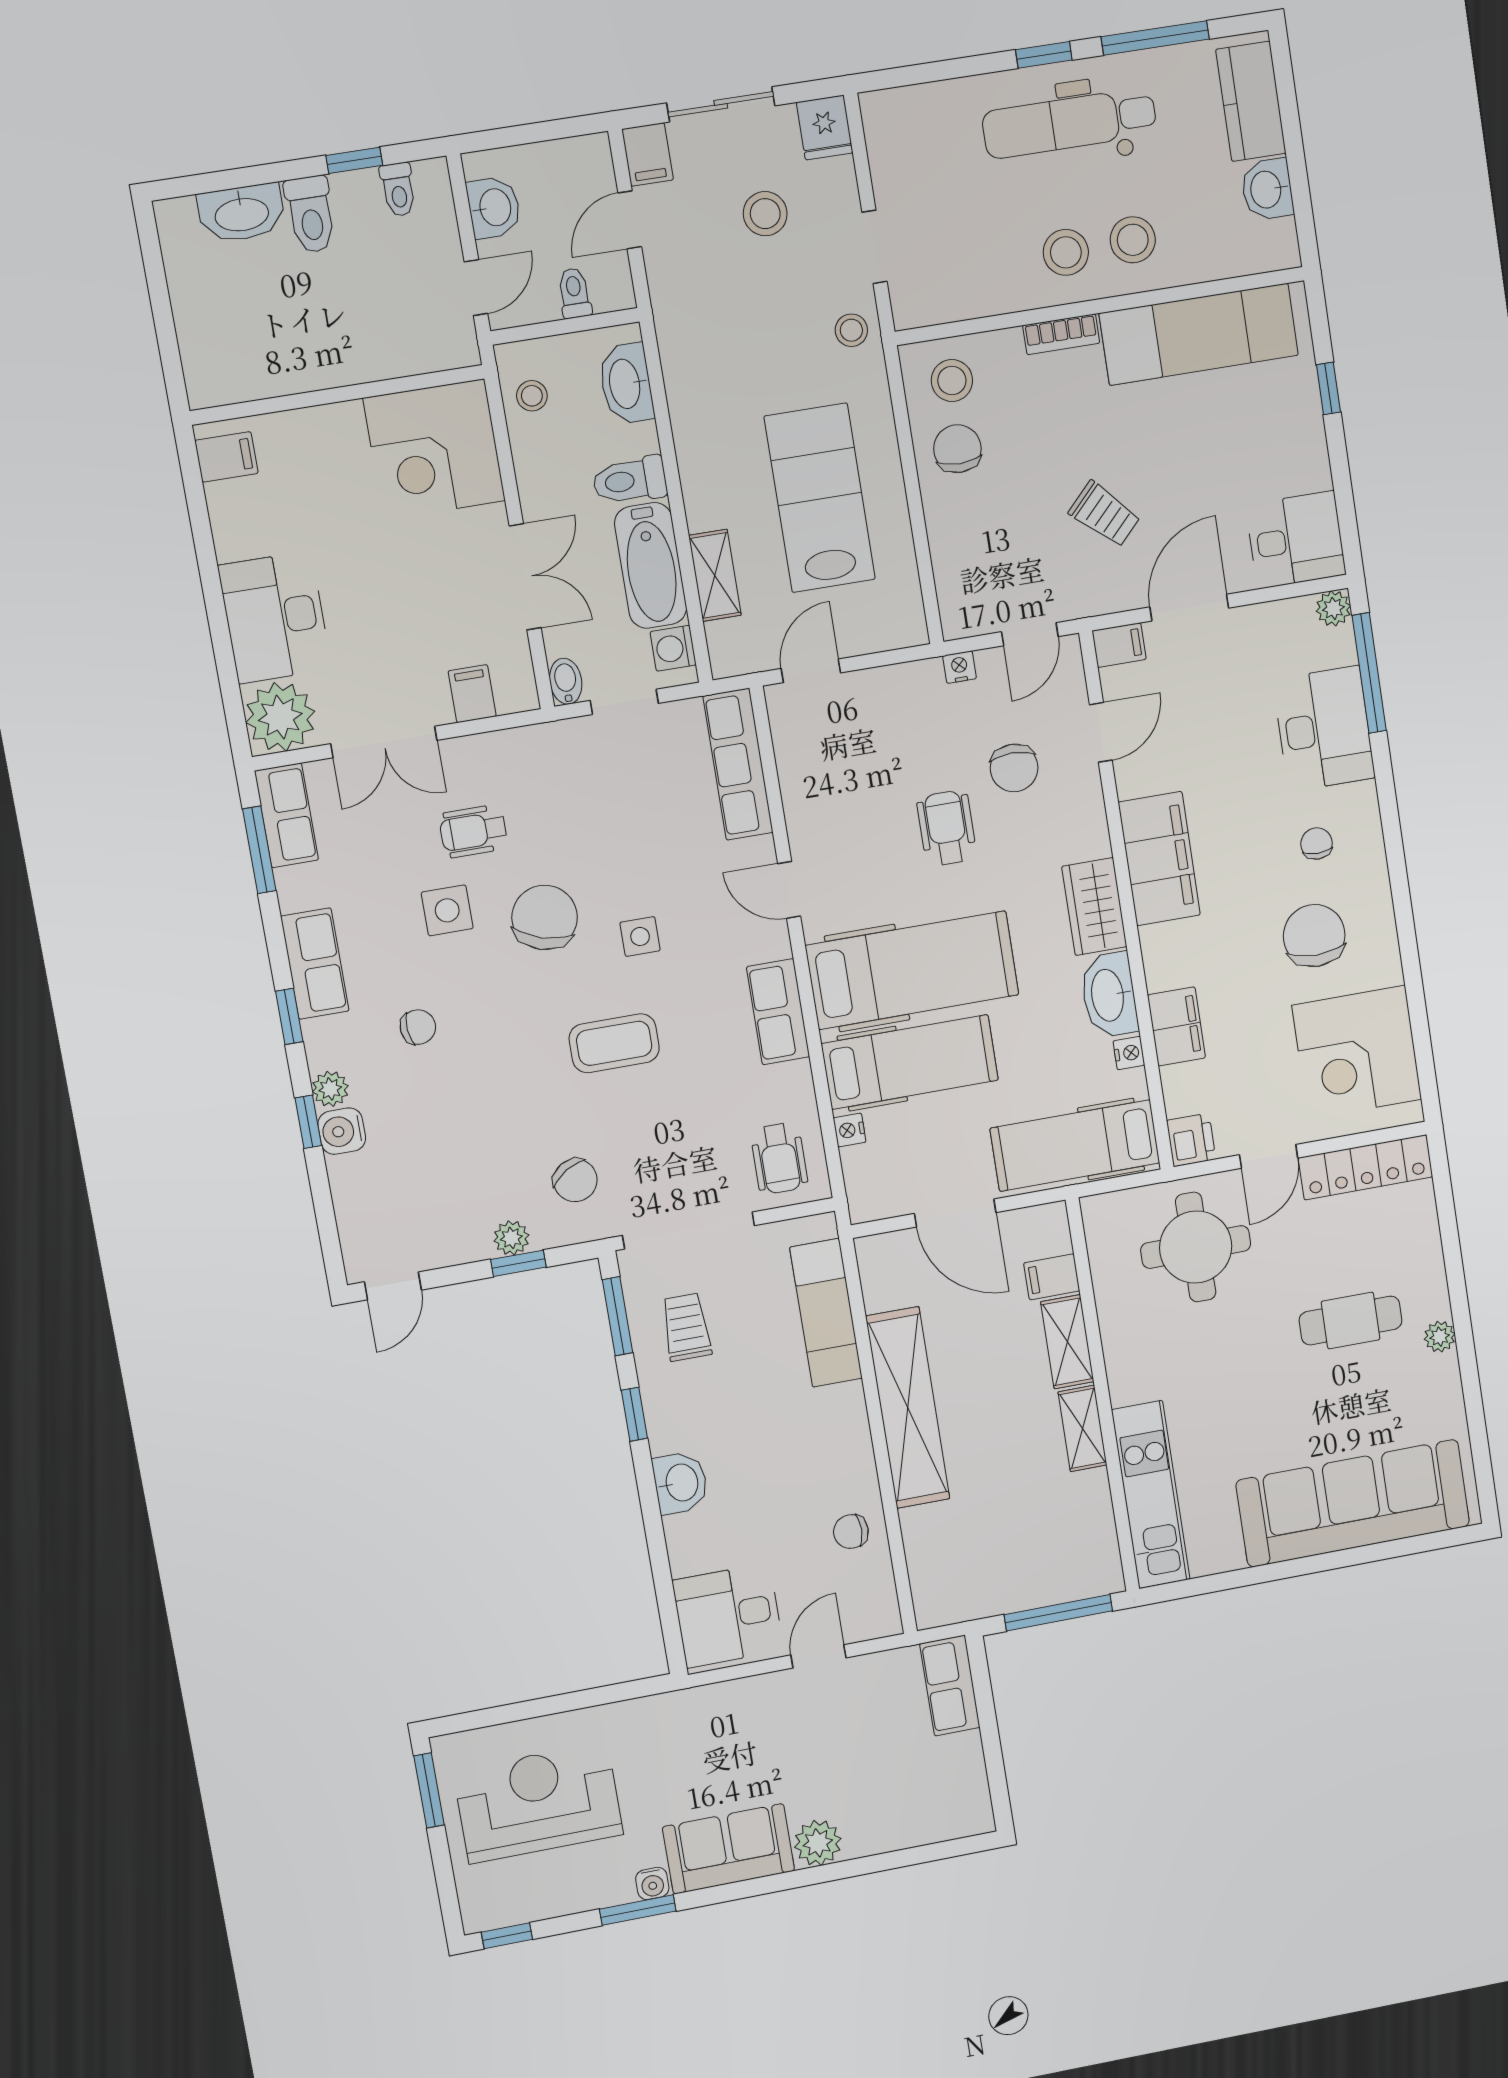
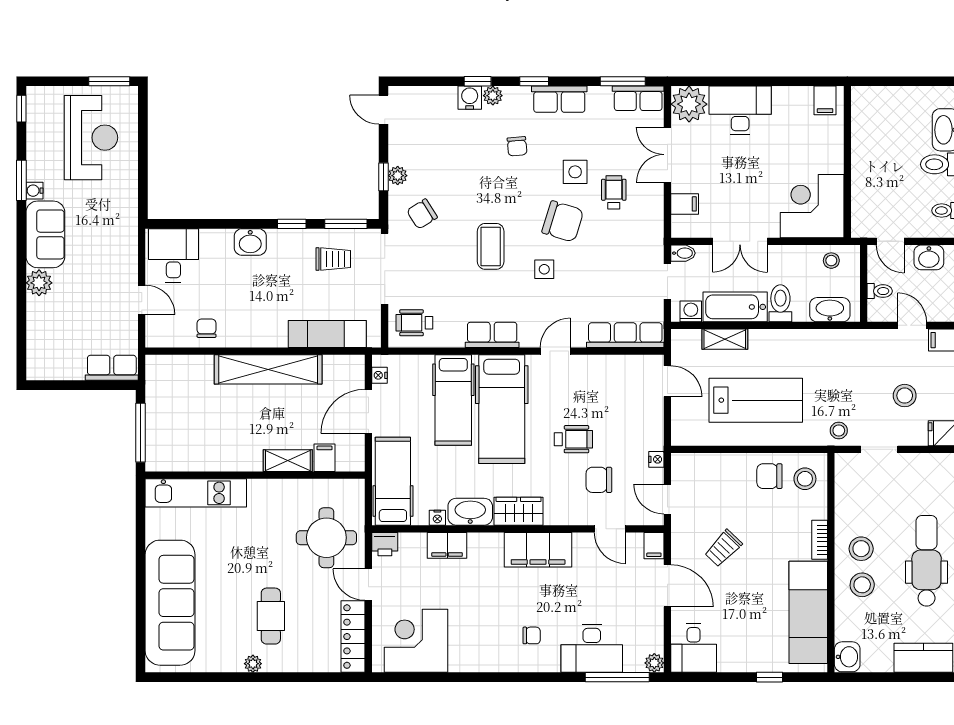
washbasin: (1267, 189) -> (847, 657), moved, turned 90
chair: (957, 449) -> (769, 476), turned 180
chair: (1314, 936) -> (483, 627), removed
nightstand: (850, 1130) -> (379, 375), moved, turned -90
shelving: (1082, 1428) -> (239, 461), removed

